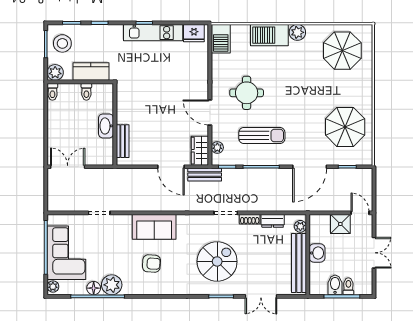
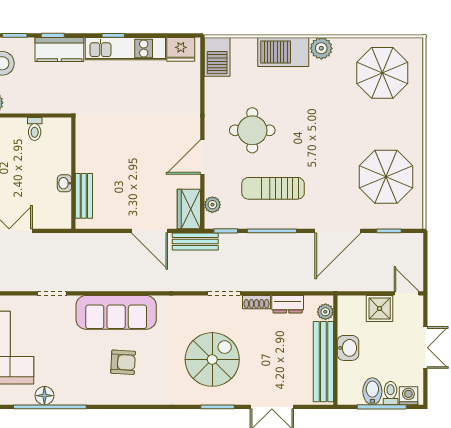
kitchen counter: (91, 71) -> (59, 49), moved, turned 180
door: (210, 112) -> (202, 157), hinge flipped
washbasin: (106, 126) -> (64, 183), width x0.52, depth x0.69
sun lounger: (262, 136) -> (273, 188), turned 180
sofa: (154, 227) -> (116, 312), width x1.36
plant: (112, 285) -> (69, 391), removed
washing machine: (362, 288) -> (408, 396), added

